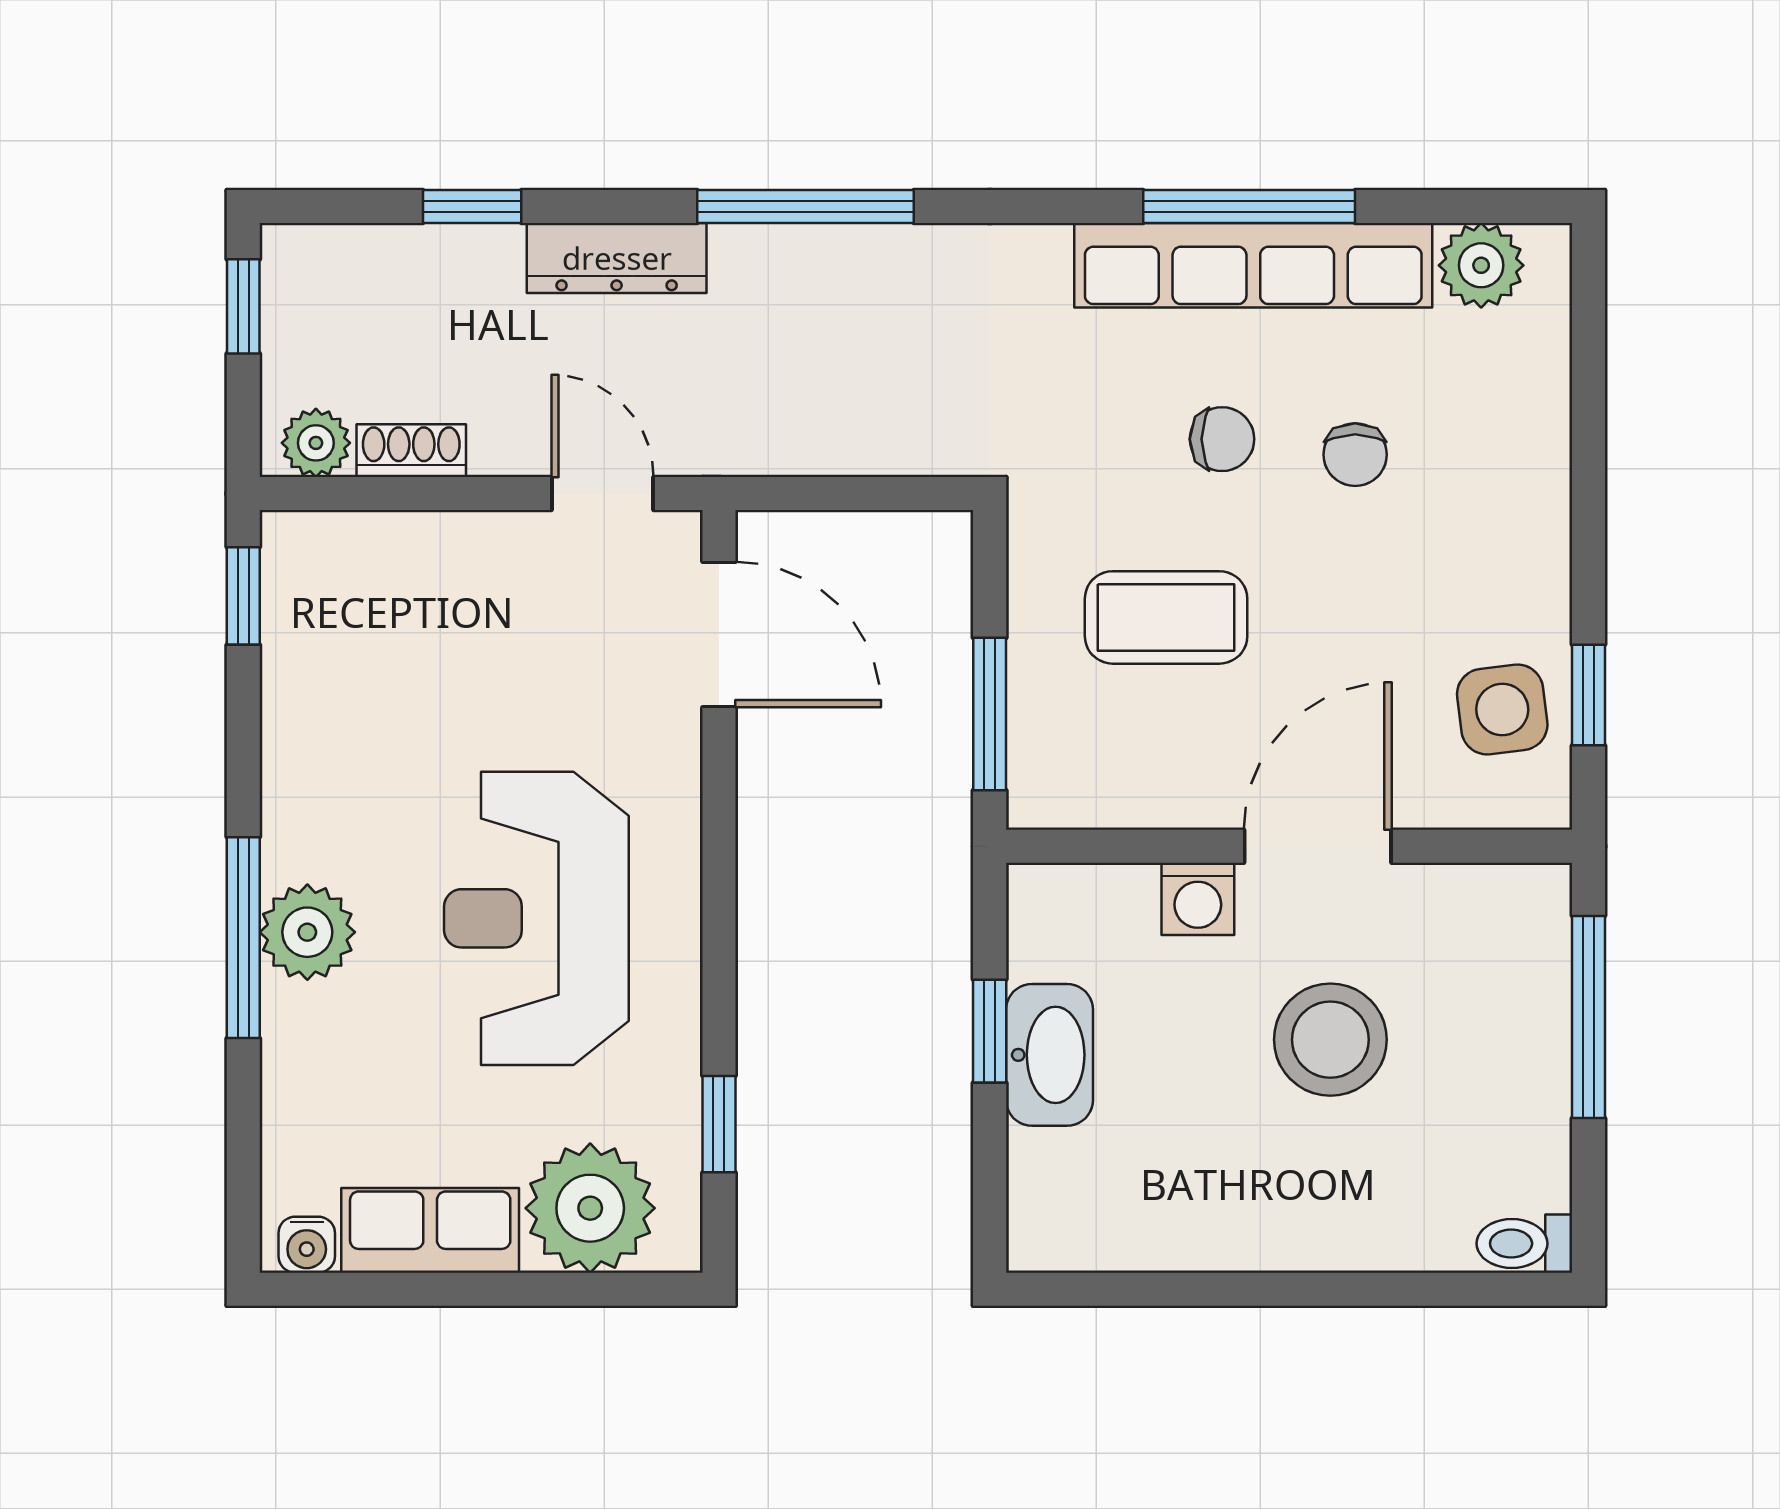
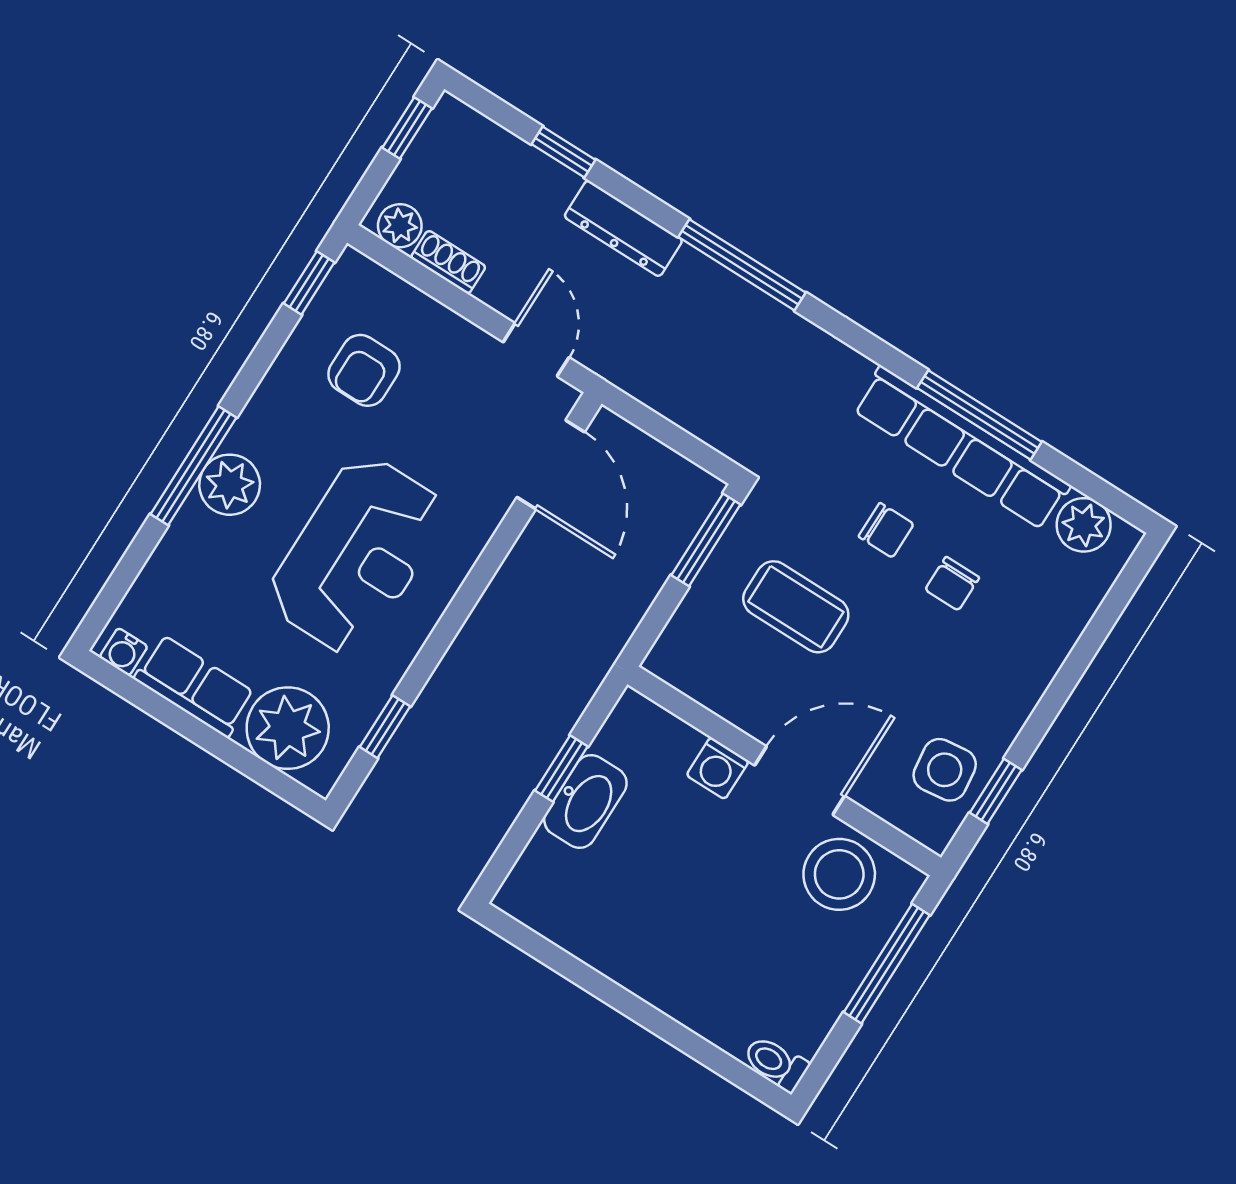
armchair: (390, 666) -> (364, 370), added
window: (990, 714) -> (706, 540), moved
reception desk: (536, 918) -> (357, 555), turned 180
stool: (1330, 1040) -> (839, 874), moved

